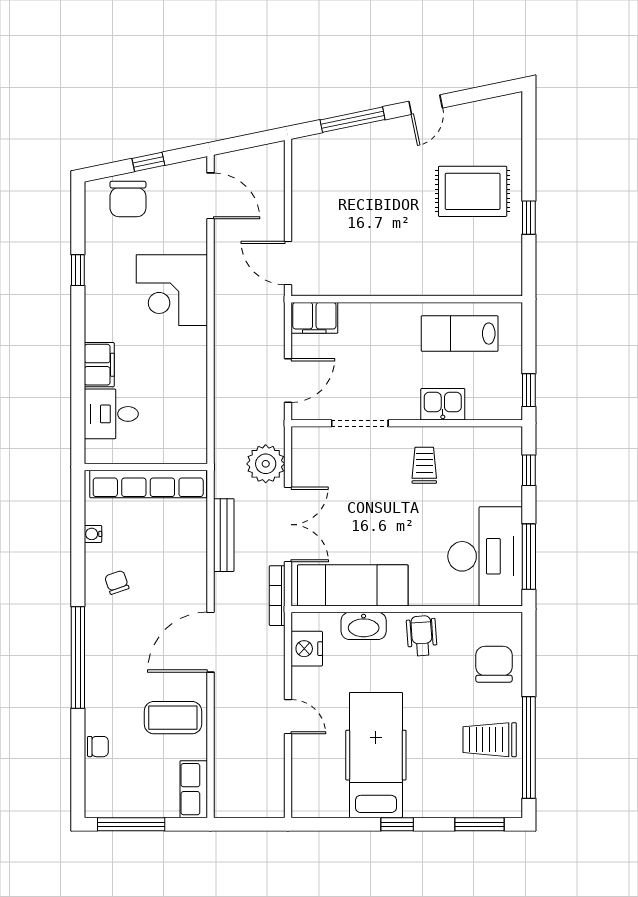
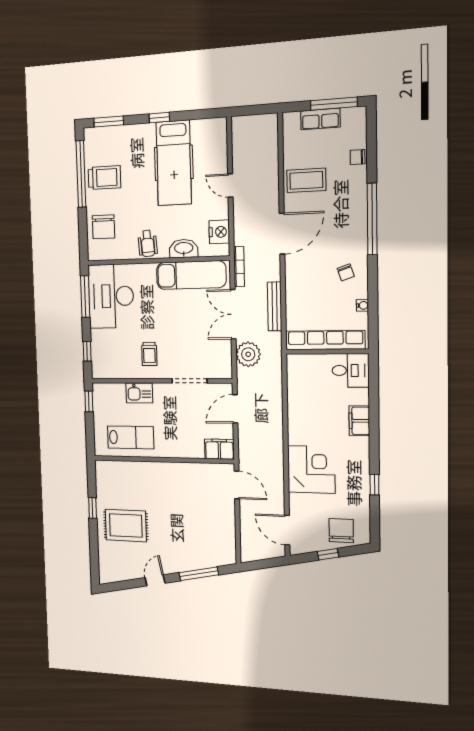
desk: (111, 414) -> (351, 370), moved
row of seats: (194, 789) -> (320, 119), moved, turned 90

